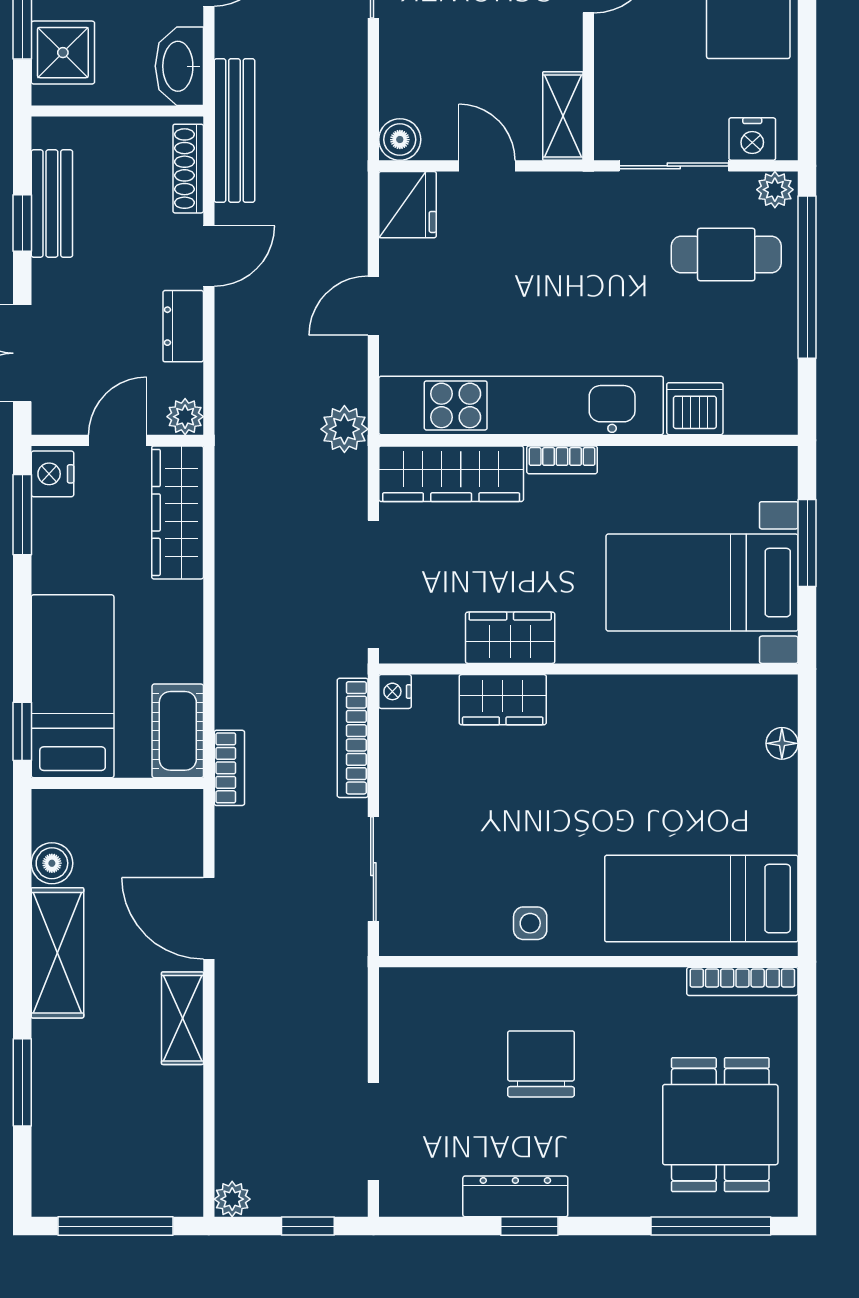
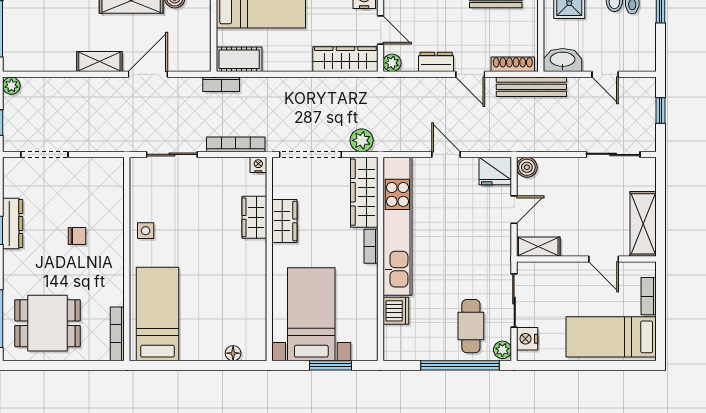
plant: (344, 429) -> (362, 140), moved
chair: (541, 1064) -> (77, 236), width x0.54, depth x0.54

